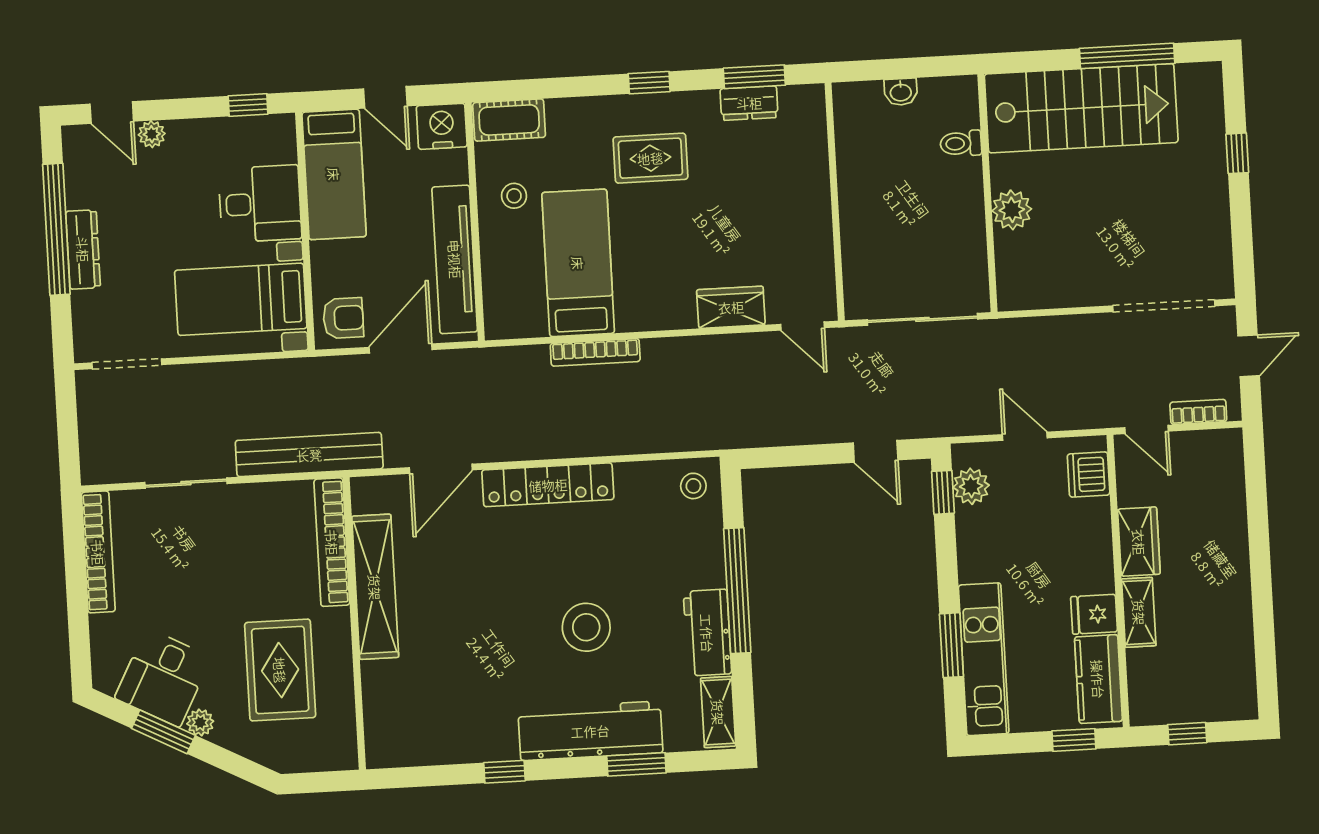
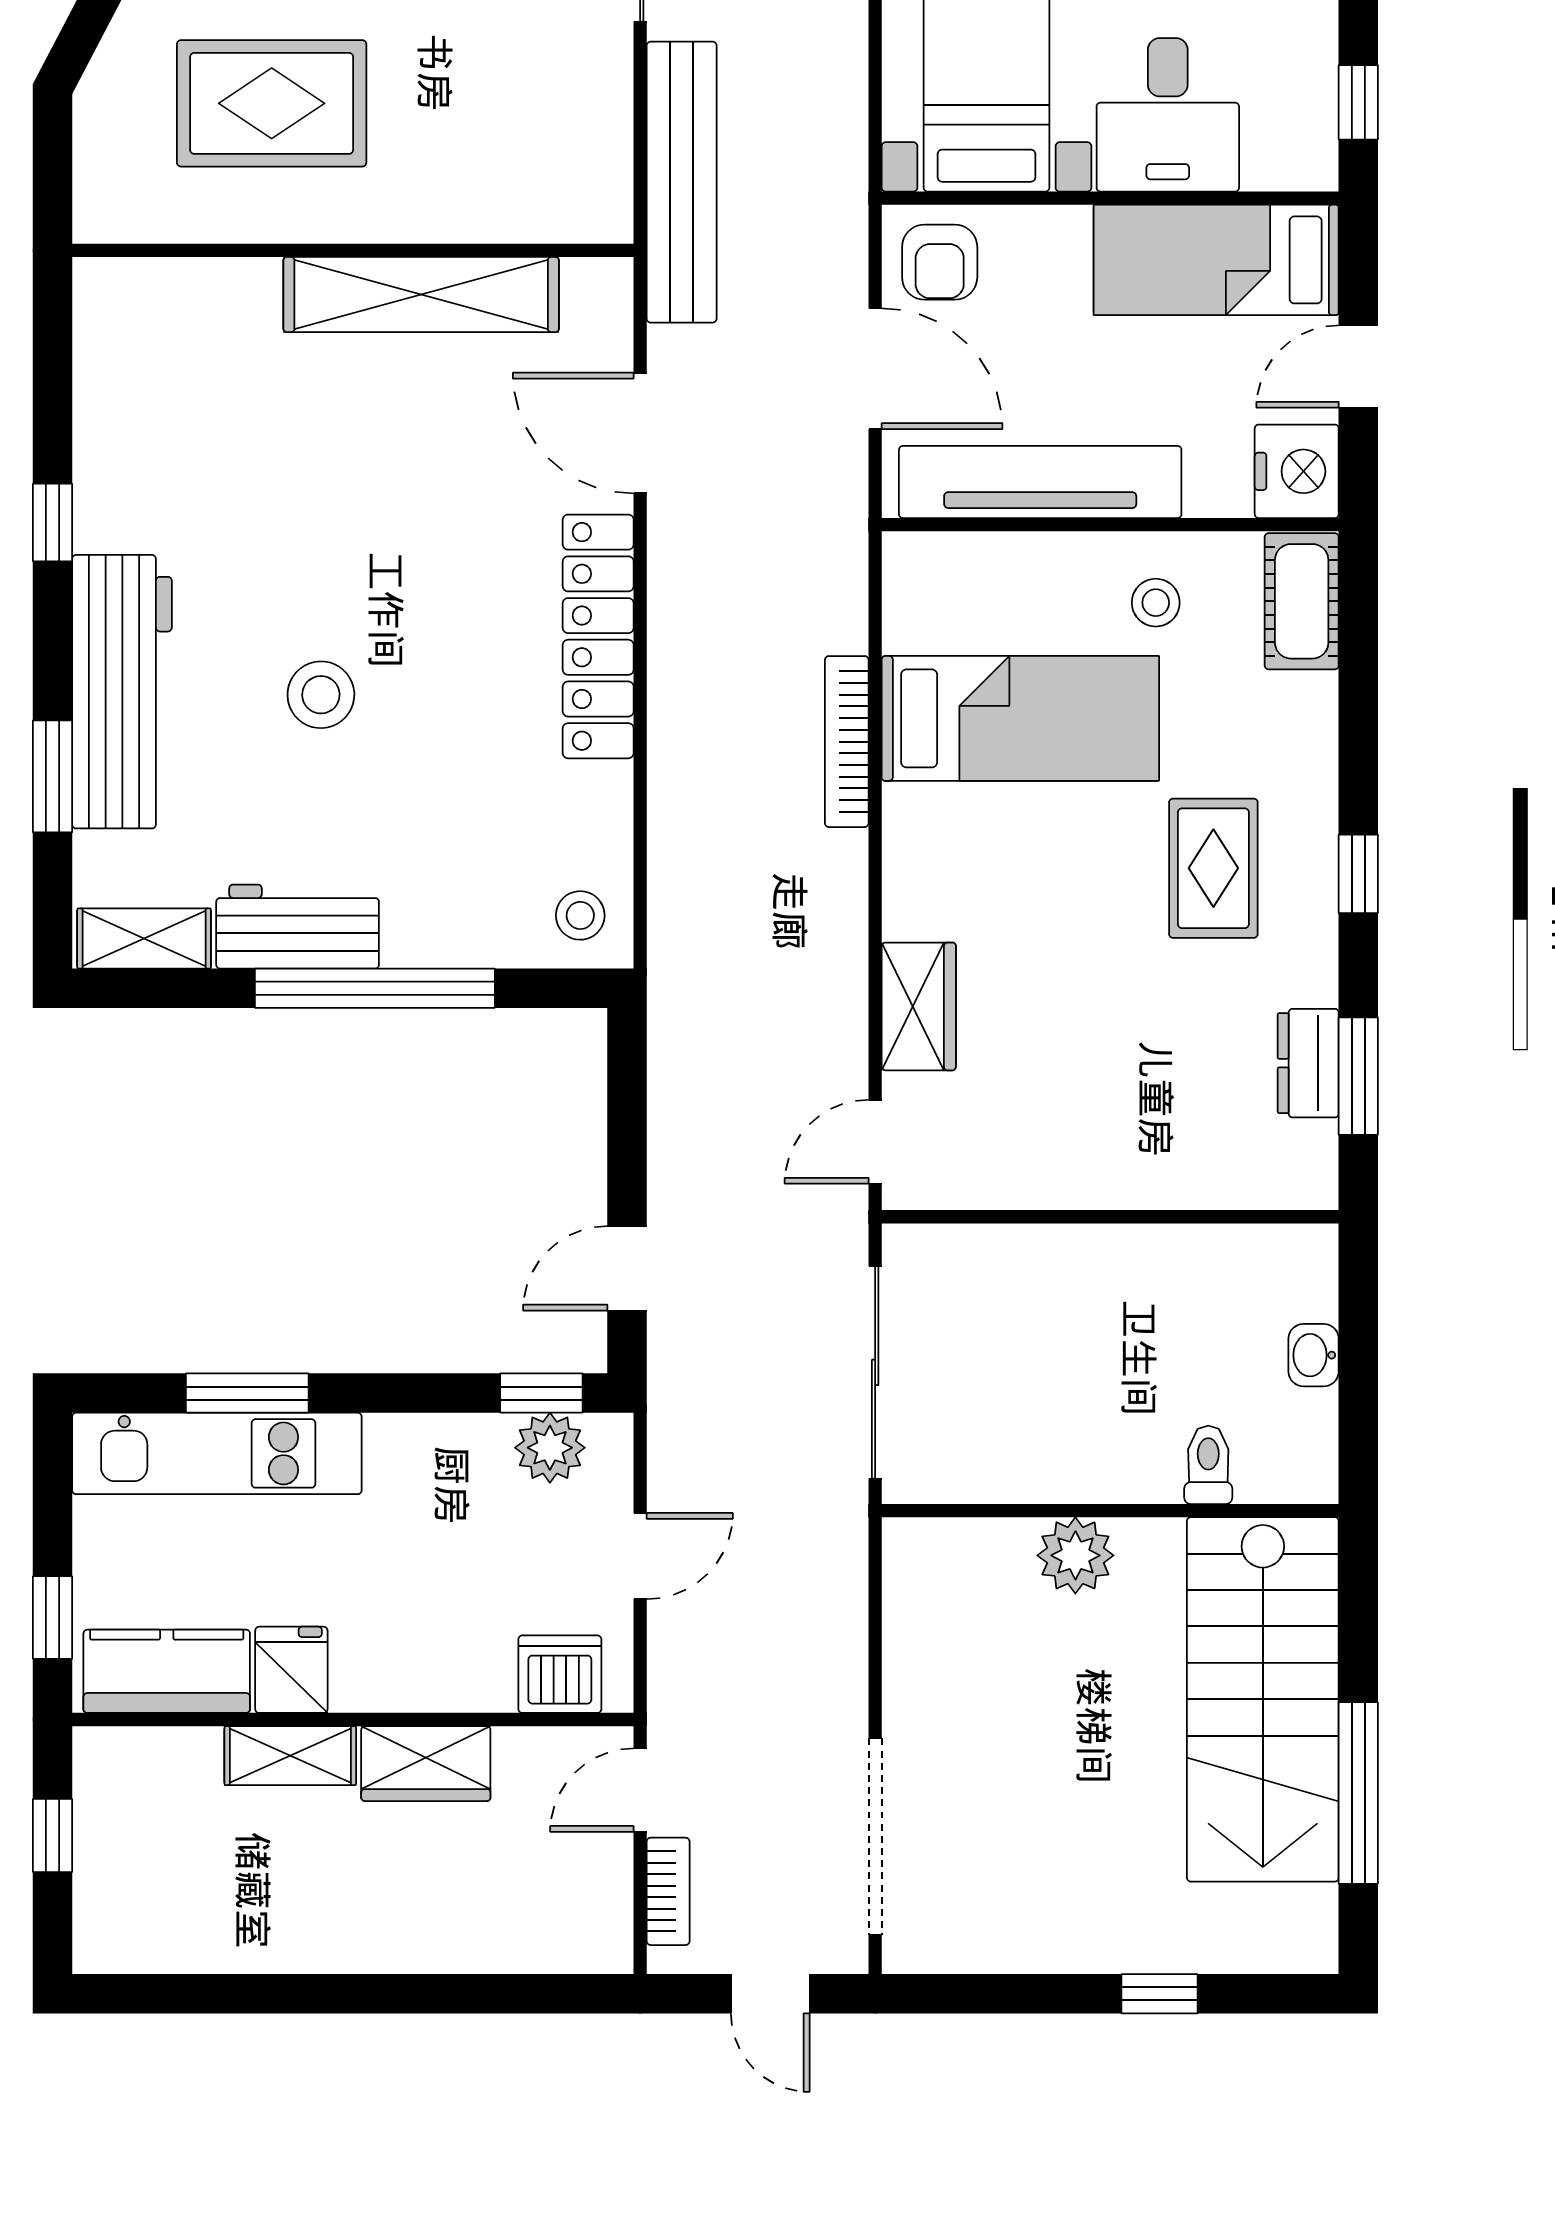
bookcase: (332, 542) -> (511, 216), removed
stool: (586, 627) -> (321, 695), width x0.73, depth x0.73

